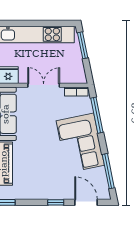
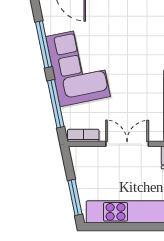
double door: (44, 85) -> (127, 144), swing flipped
window: (108, 171) -> (44, 44), moved

